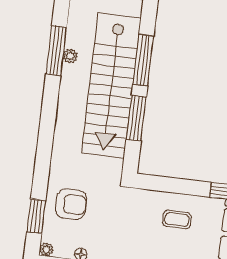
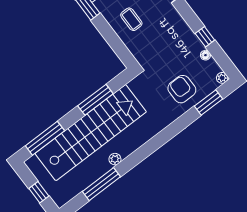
plant: (70, 56) -> (115, 159), moved
window: (143, 60) -> (45, 138), moved

